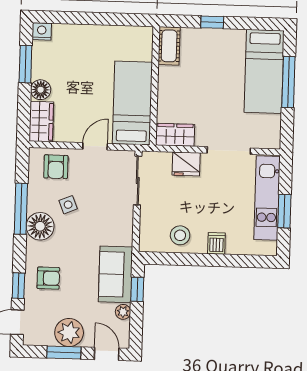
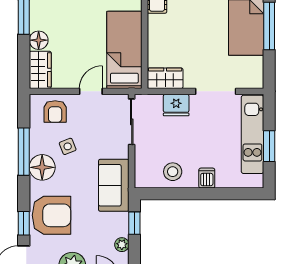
sofa: (116, 274) -> (114, 185), moved
armchair: (48, 278) -> (51, 215), width x1.88, depth x1.88

